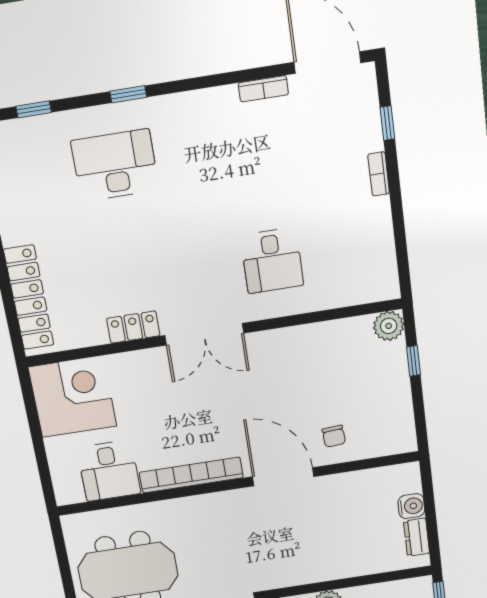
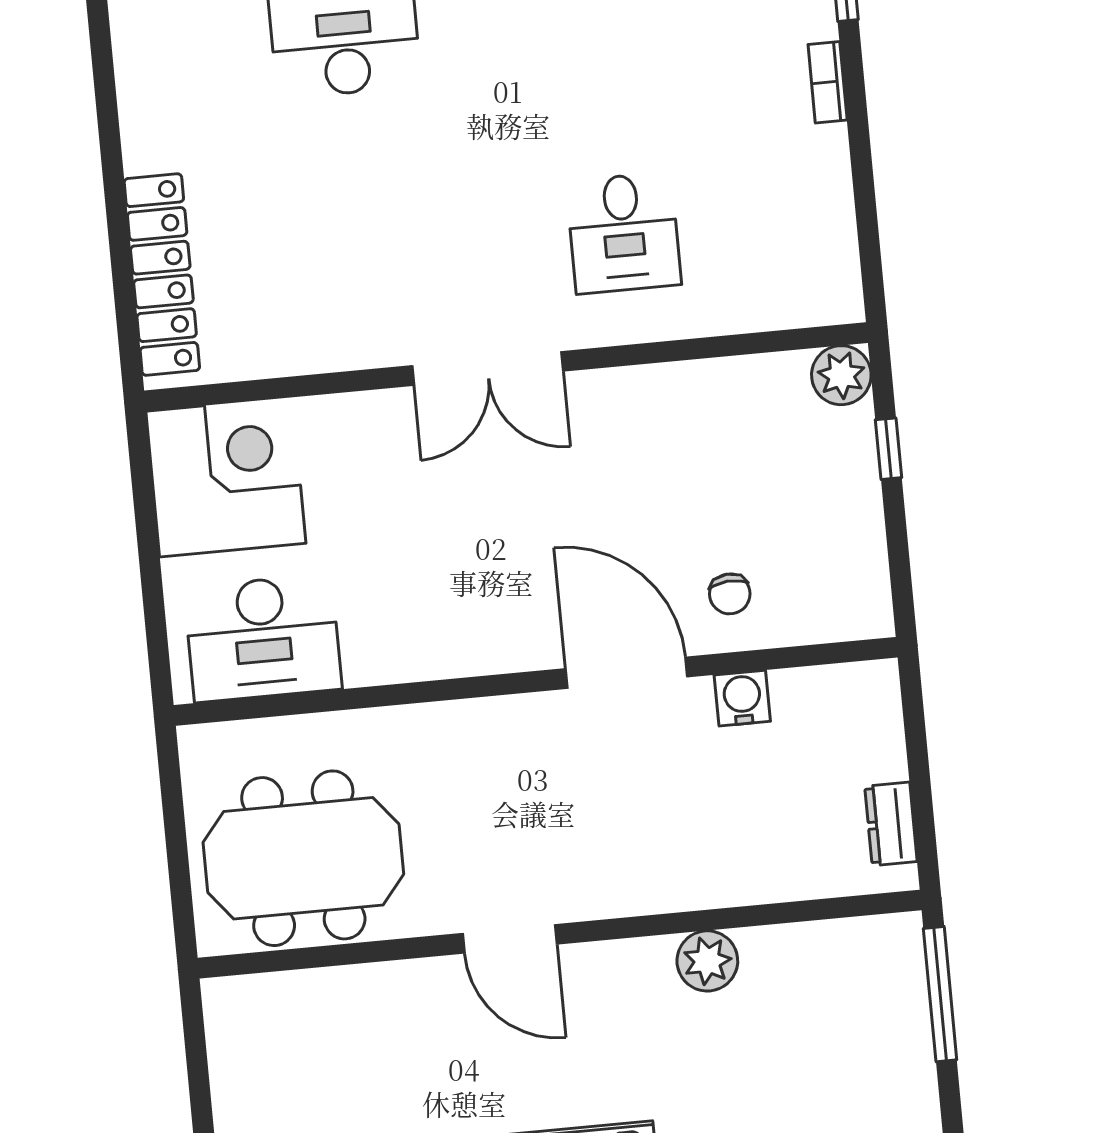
locker: (133, 327) -> (354, 345), removed
desk: (109, 471) -> (263, 638), width x1.37
bookcase: (191, 475) -> (445, 657), removed
water cooler: (411, 506) -> (742, 698), moved, turned -90

